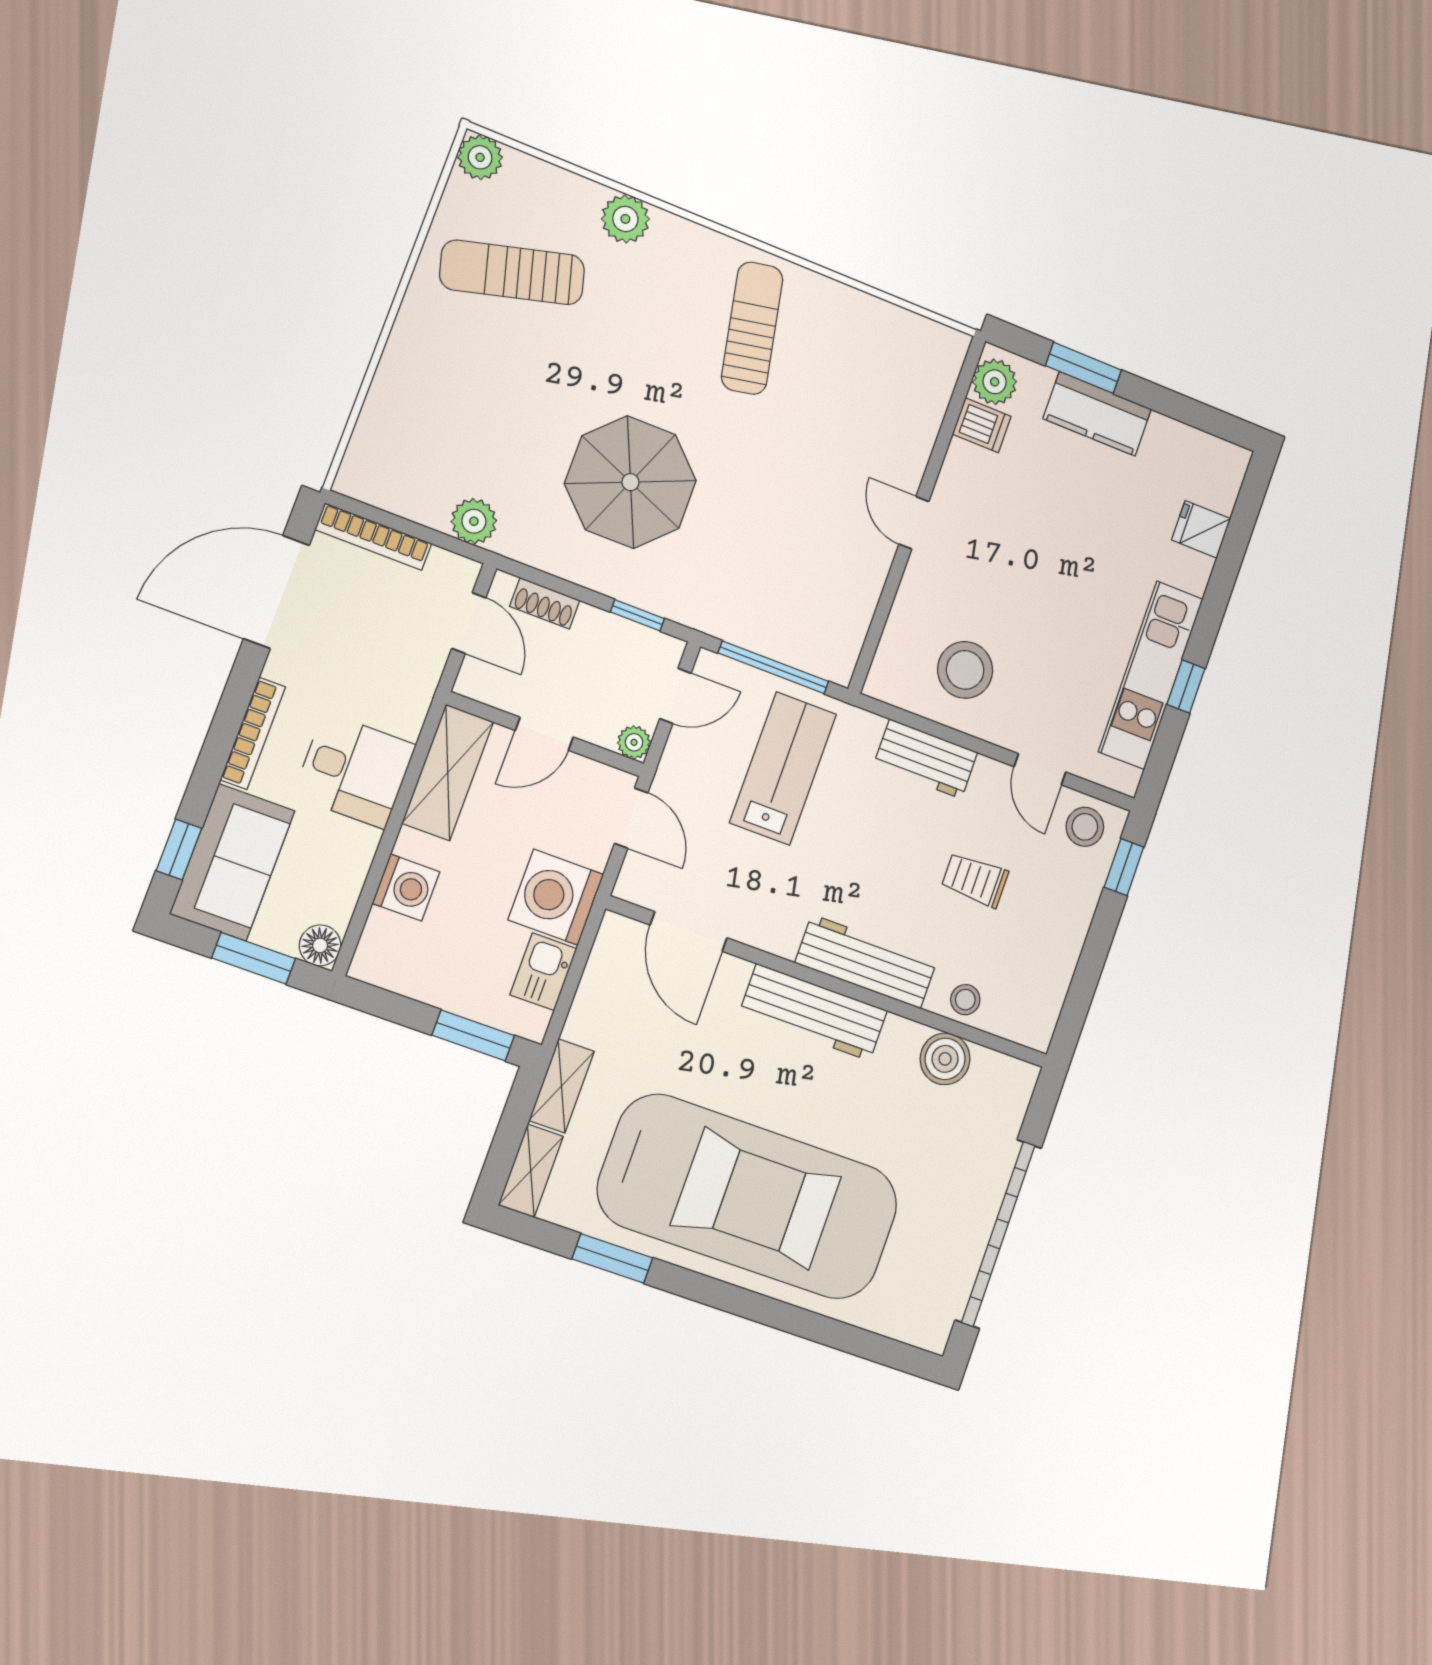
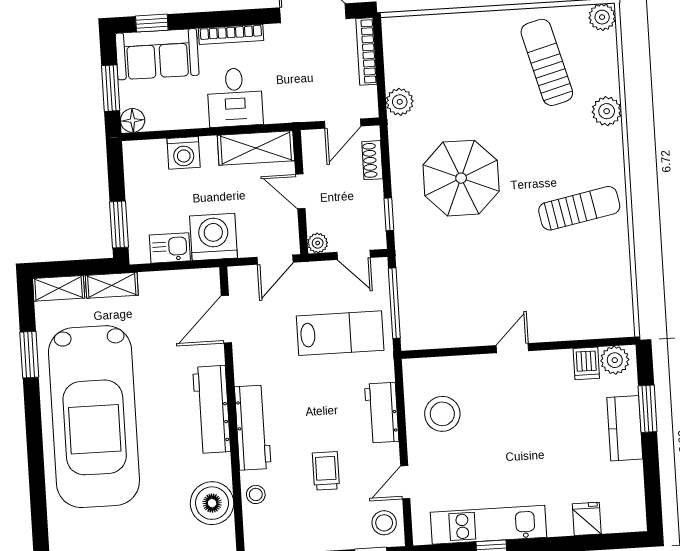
boiler: (945, 1059) -> (212, 503), width x1.37, depth x1.37

